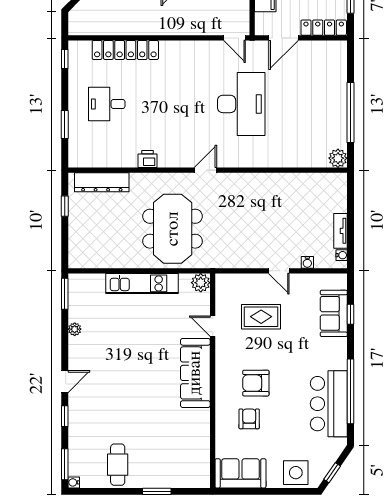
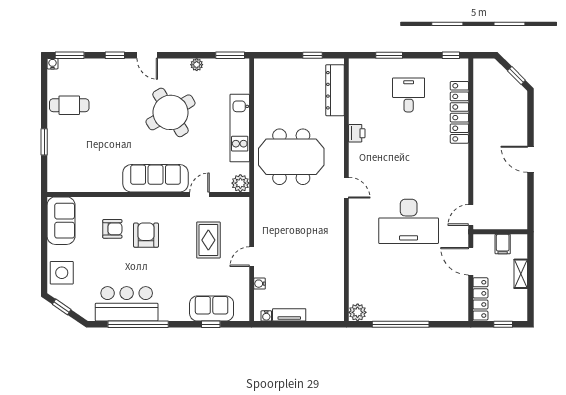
round table: (125, 357) -> (171, 112), added

